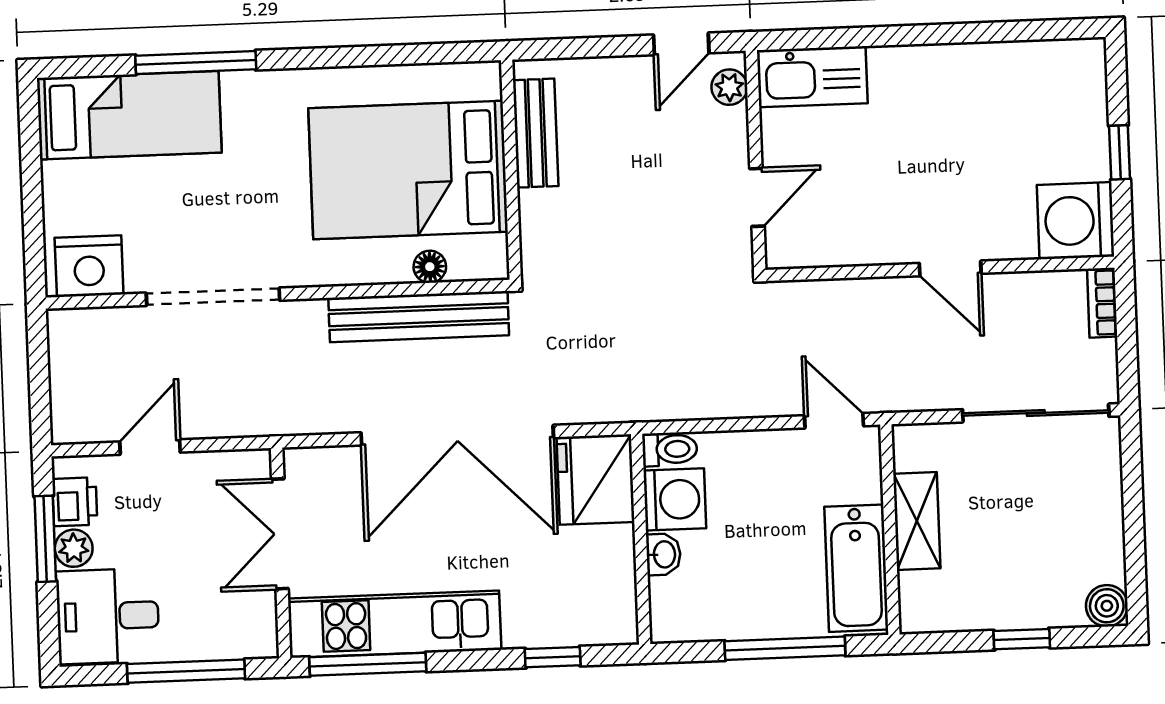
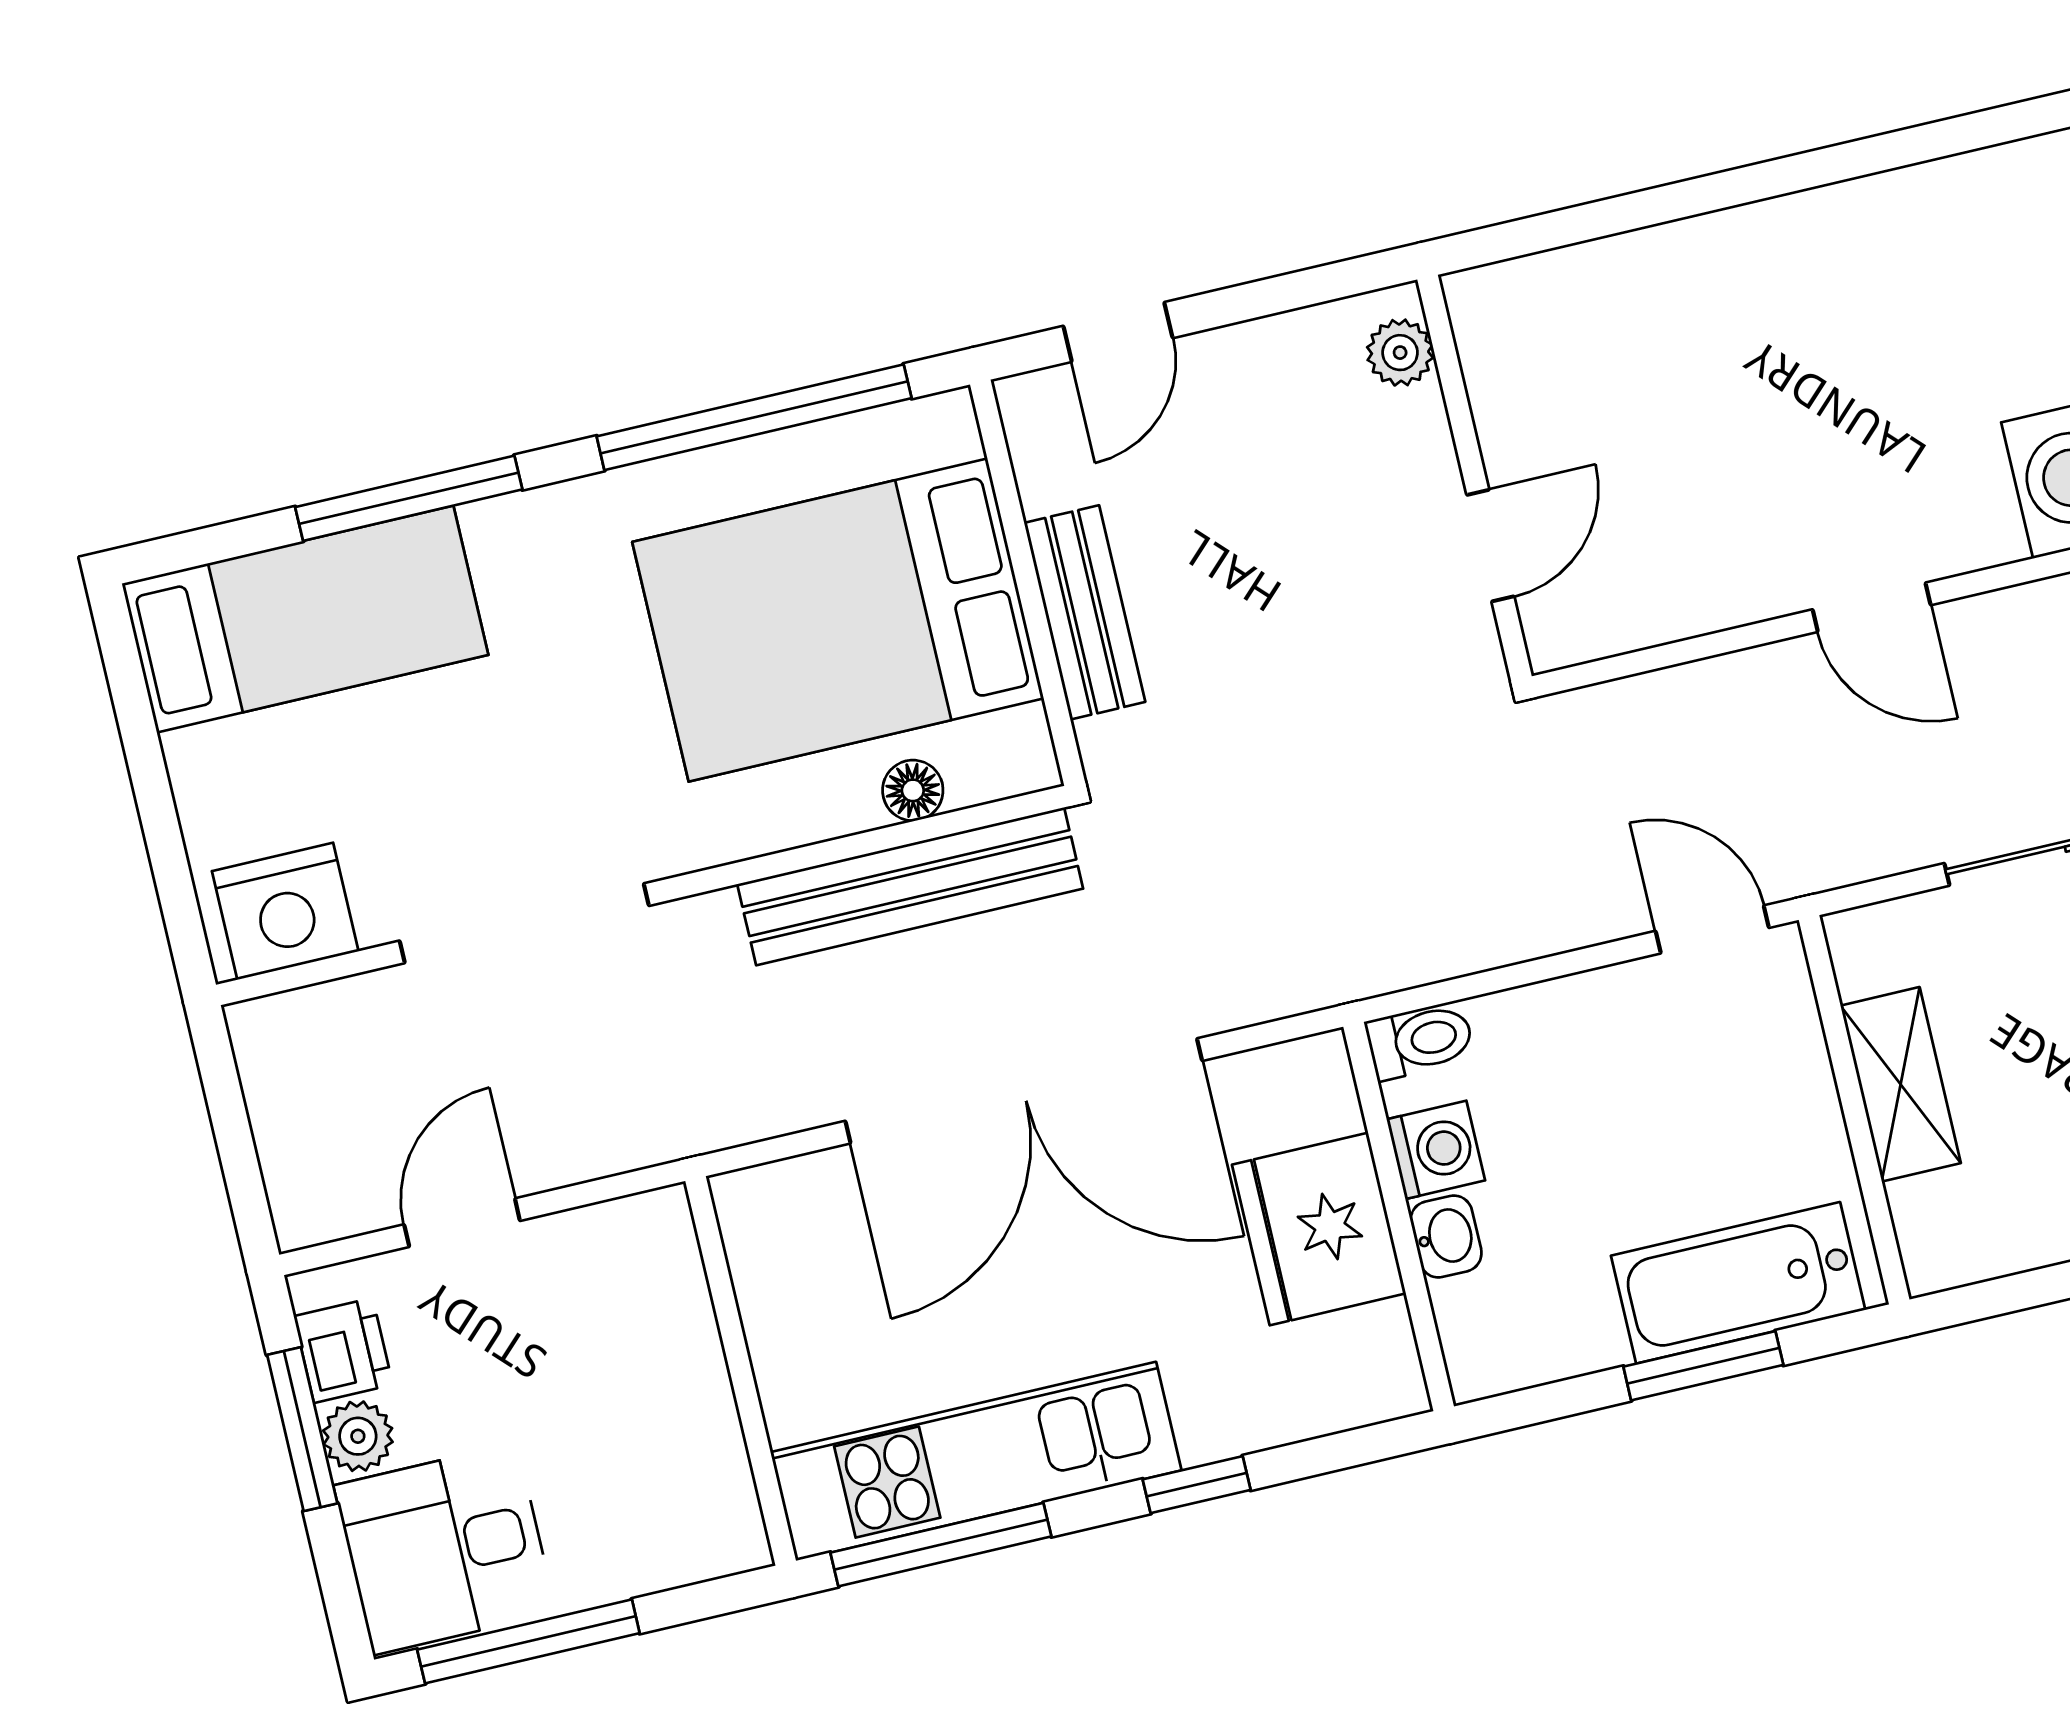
door: (681, 44) -> (1118, 332), moved
window: (385, 55) -> (754, 417), added
kitchen sink: (812, 77) -> (1549, 304), removed
bench: (536, 133) -> (1085, 612), moved
fridge: (596, 480) -> (1319, 1229), moved
washing machine: (675, 499) -> (1436, 1150), width x0.73, depth x0.73
double door: (280, 534) -> (732, 1336), removed
bathtub: (856, 568) -> (1738, 1283), moved, turned 90
window: (785, 648) -> (1703, 1366), width x0.69
window: (553, 657) -> (1197, 1485), moved
window: (186, 671) -> (528, 1641), moved

